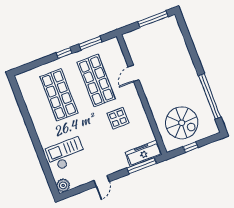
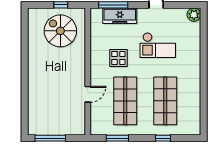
window: (64, 53) -> (163, 138), moved
window: (210, 96) -> (25, 46), removed
freezer: (144, 153) -> (120, 16), moved
checkout: (66, 154) -> (158, 45), moved

